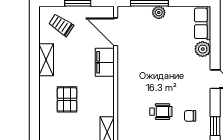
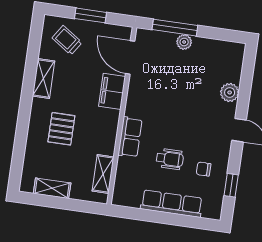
row of seats: (203, 23) -> (130, 137), moved, turned 180

